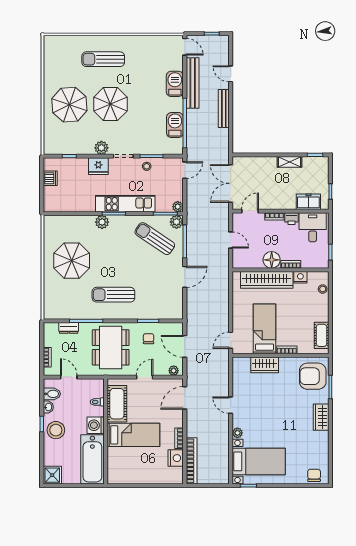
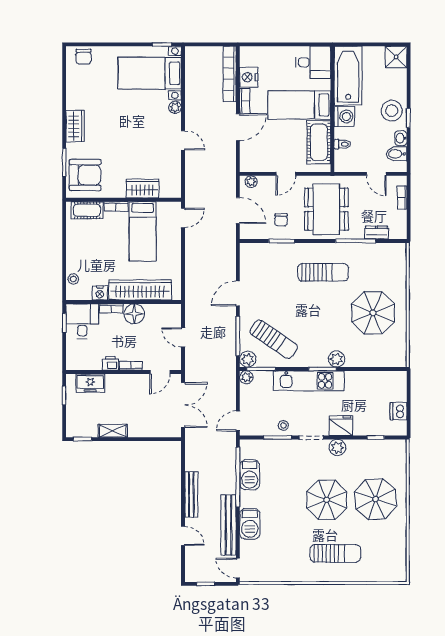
desk: (313, 227) -> (82, 321), moved, turned 180
cot: (322, 335) -> (87, 210), moved, turned 90
door: (185, 398) -> (238, 127), moved
desk: (122, 471) -> (313, 62), added

